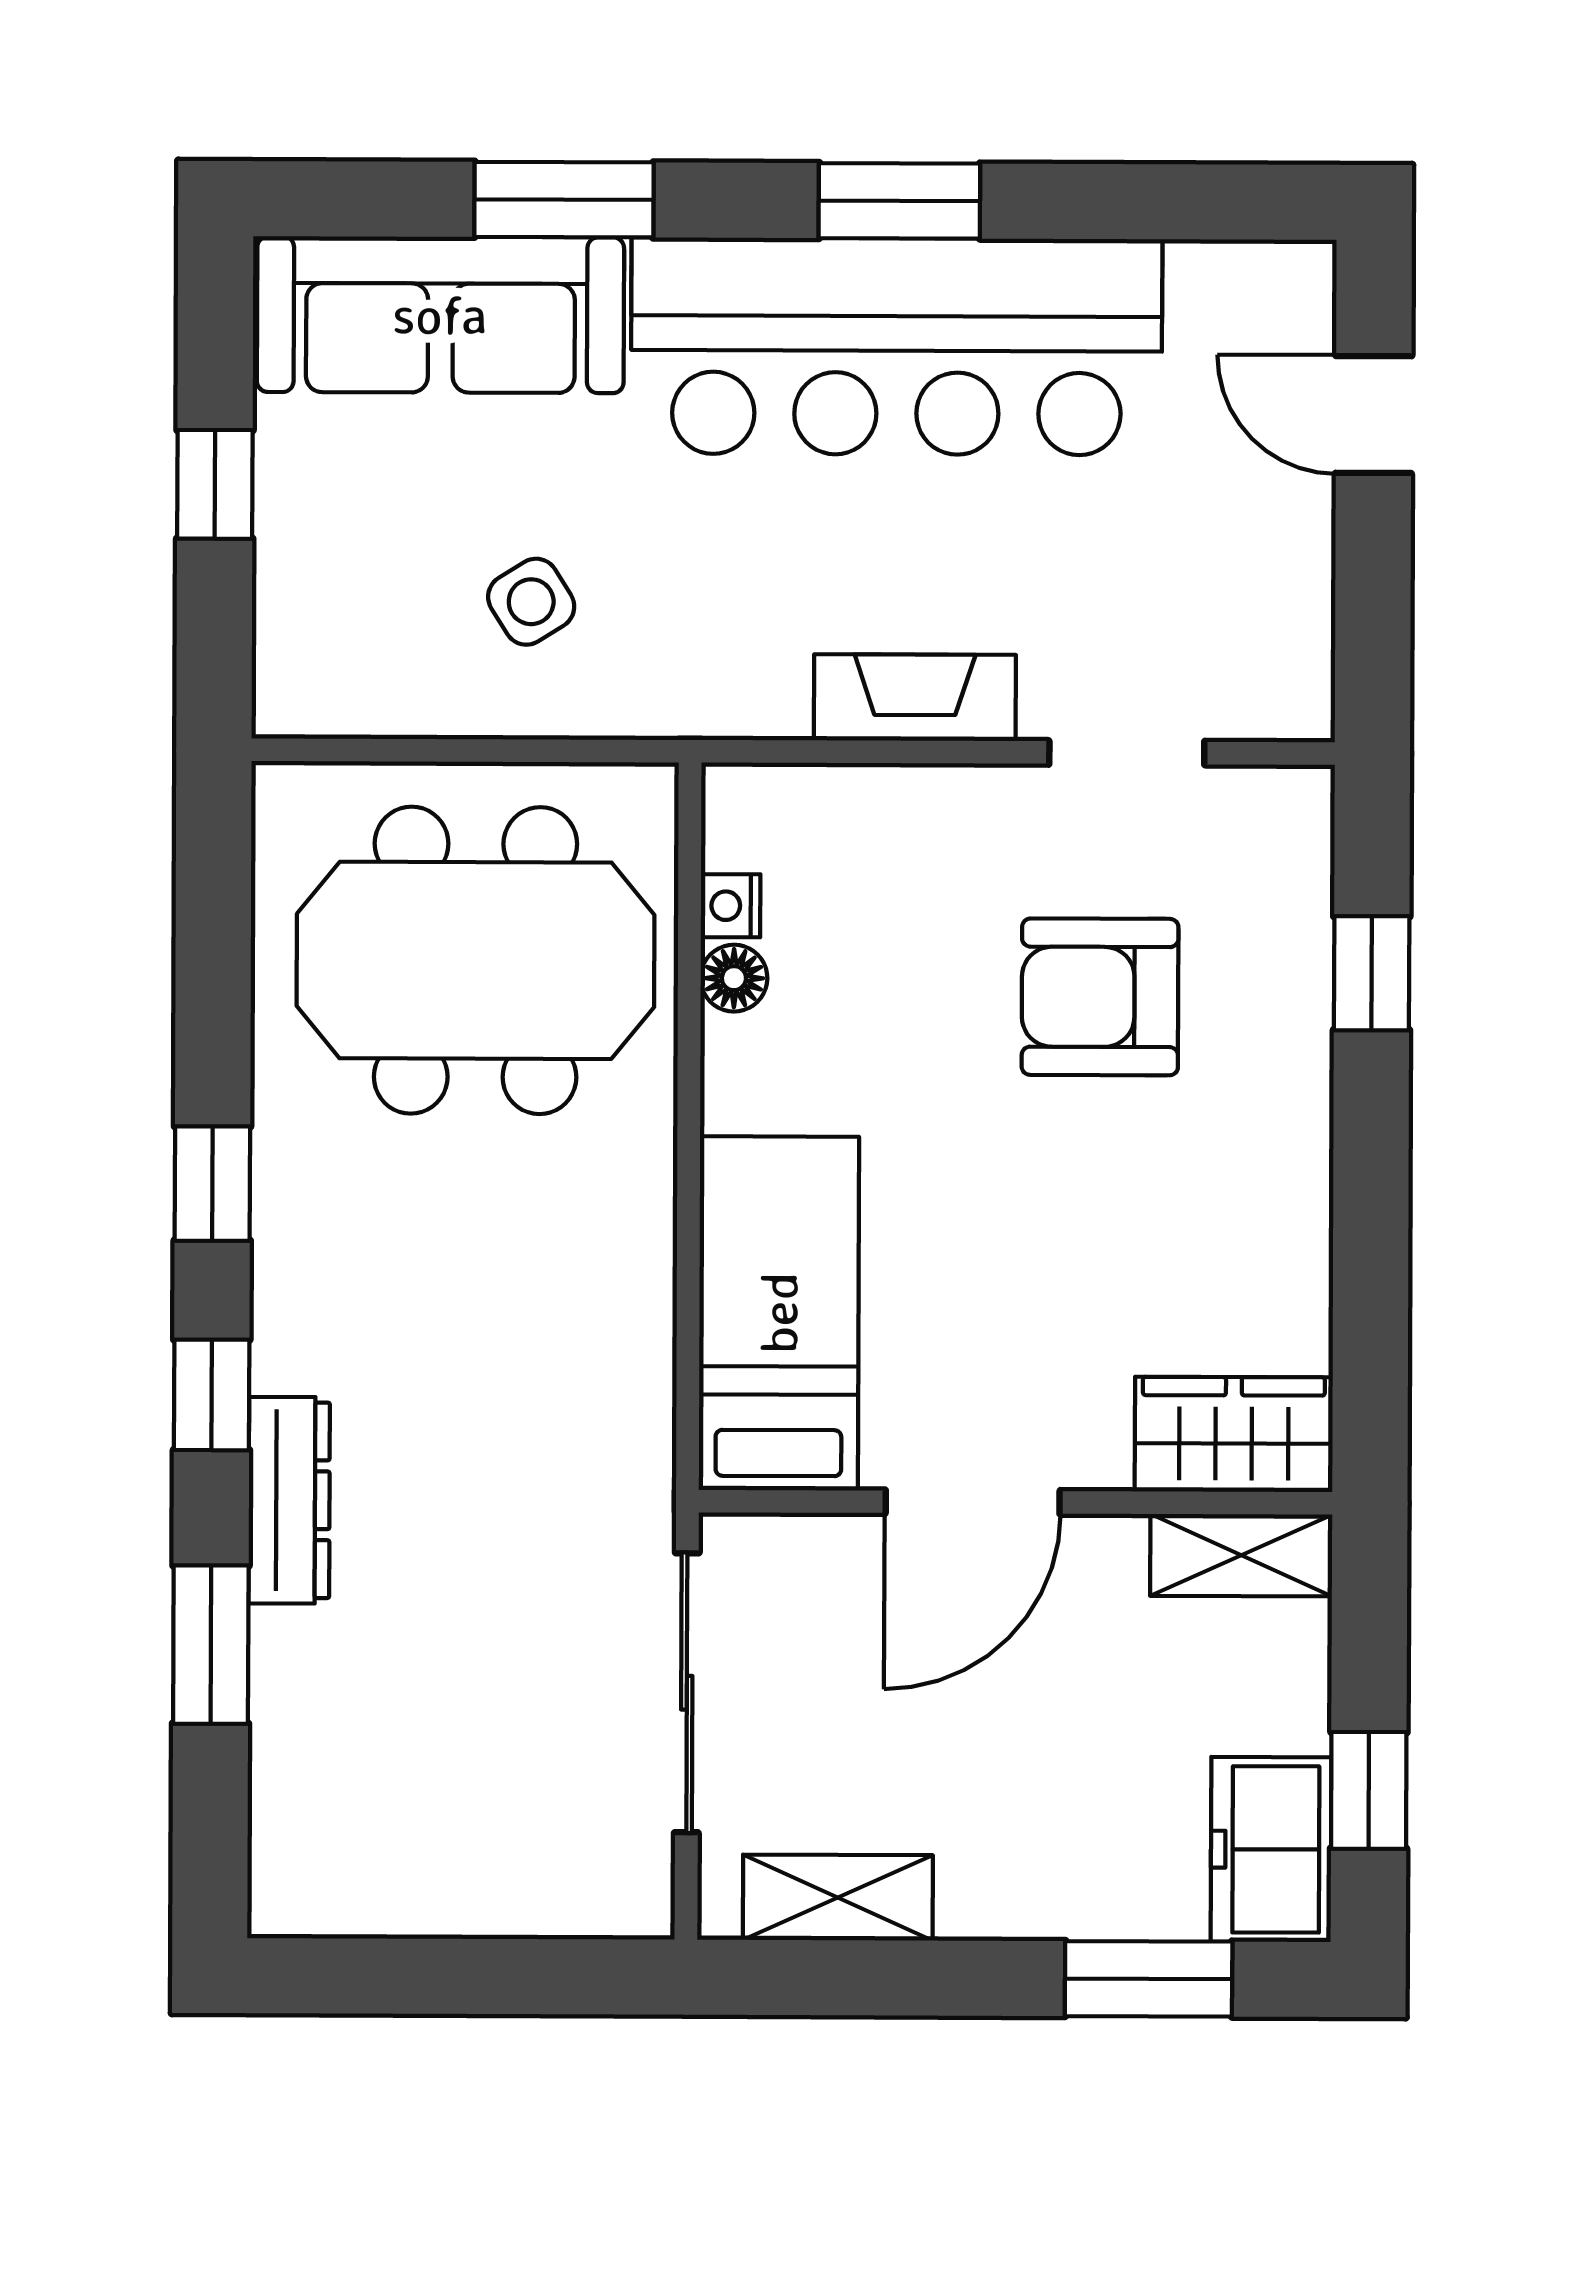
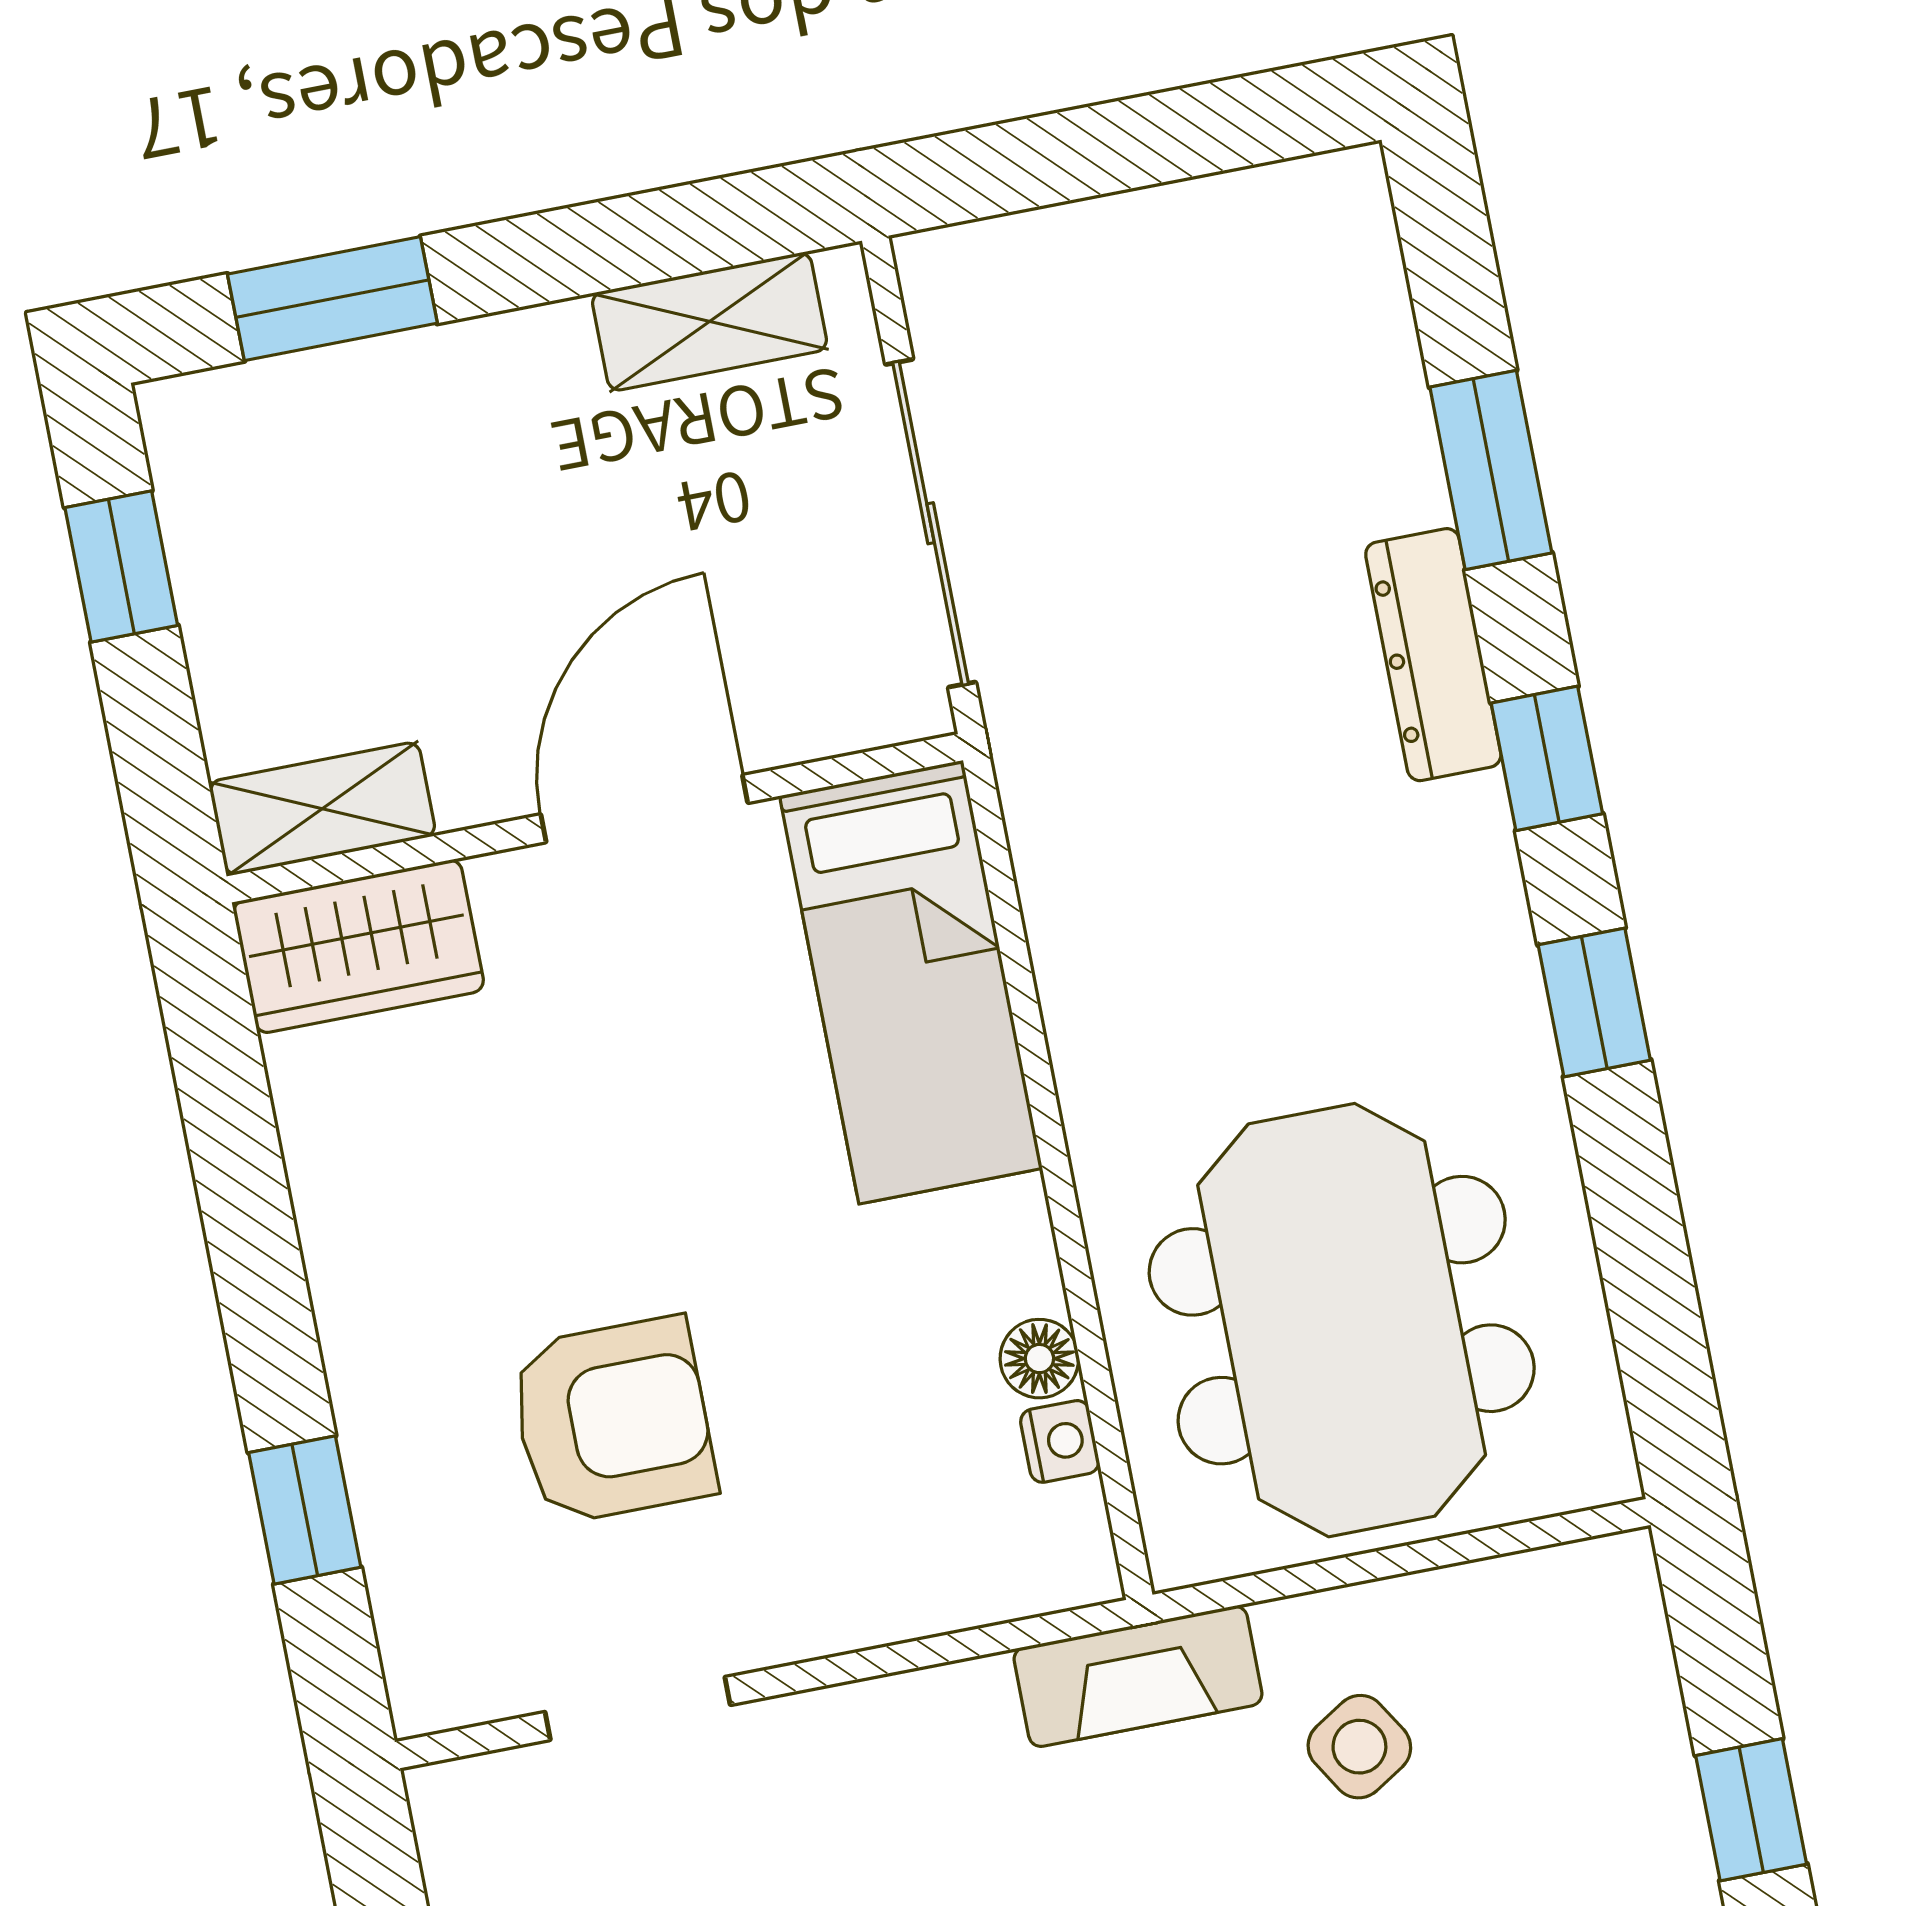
fireplace: (915, 698) -> (1138, 1676), moved
meeting table: (476, 960) -> (1342, 1320), turned 90
freezer: (1271, 1849) -> (221, 476), removed

